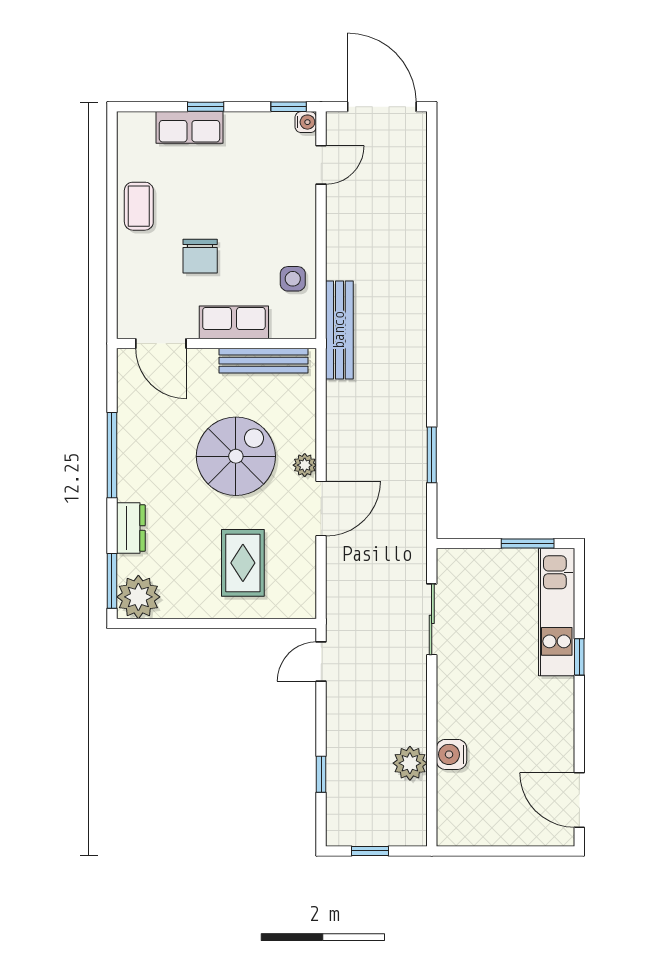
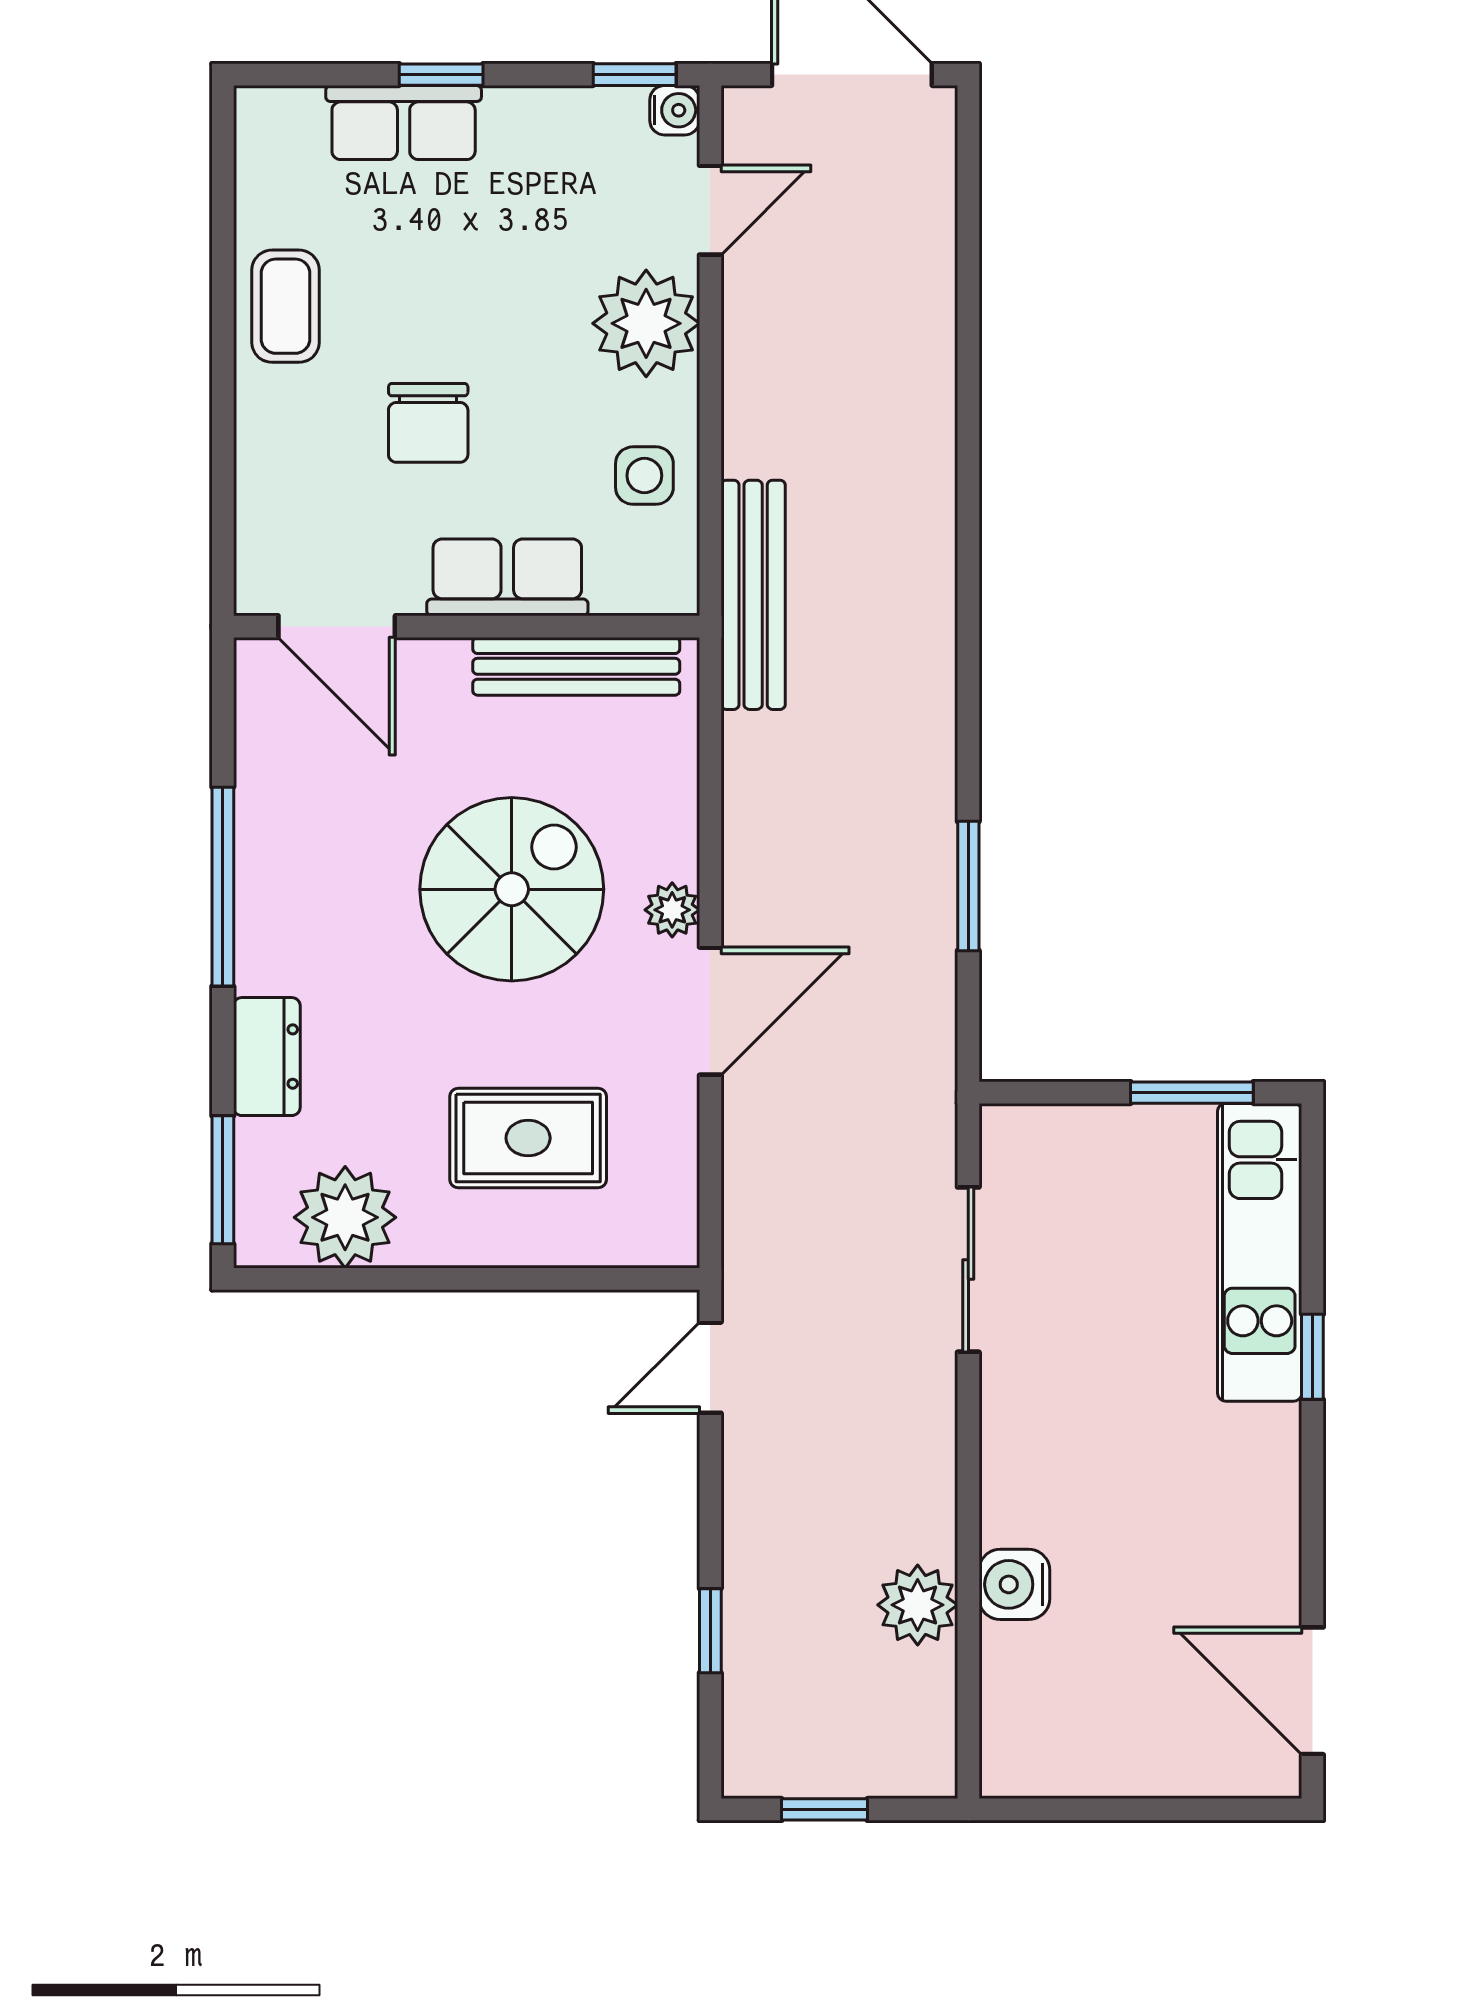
plant: (293, 214) -> (646, 323), added
rug: (243, 563) -> (528, 1138), turned 90
plant: (138, 597) -> (345, 1217), moved

